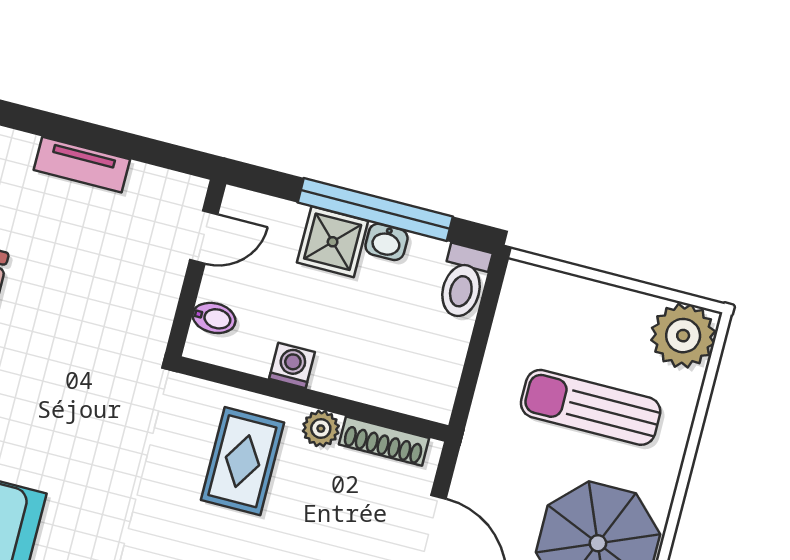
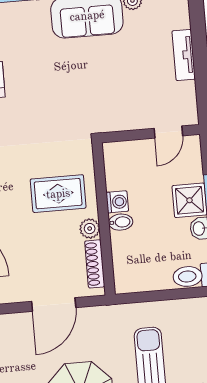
door: (204, 237) -> (168, 132), hinge flipped
bidet: (214, 318) -> (121, 222), moved, turned -90

